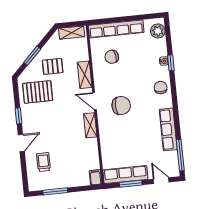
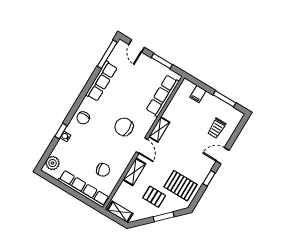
row of seats: (125, 175) -> (163, 96), moved, turned 90
filing cabinet: (95, 177) -> (198, 94), moved

